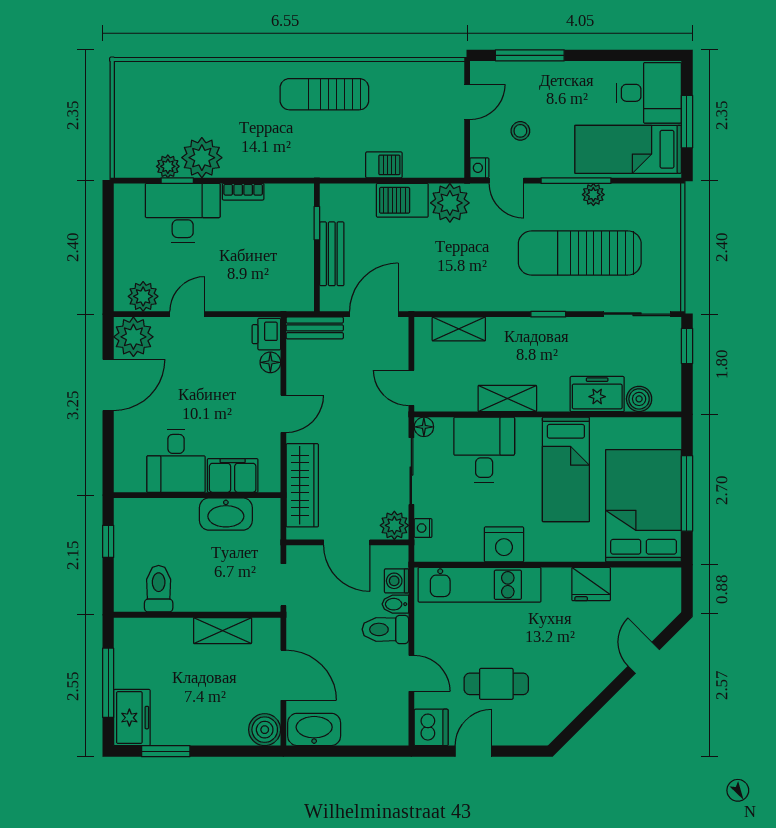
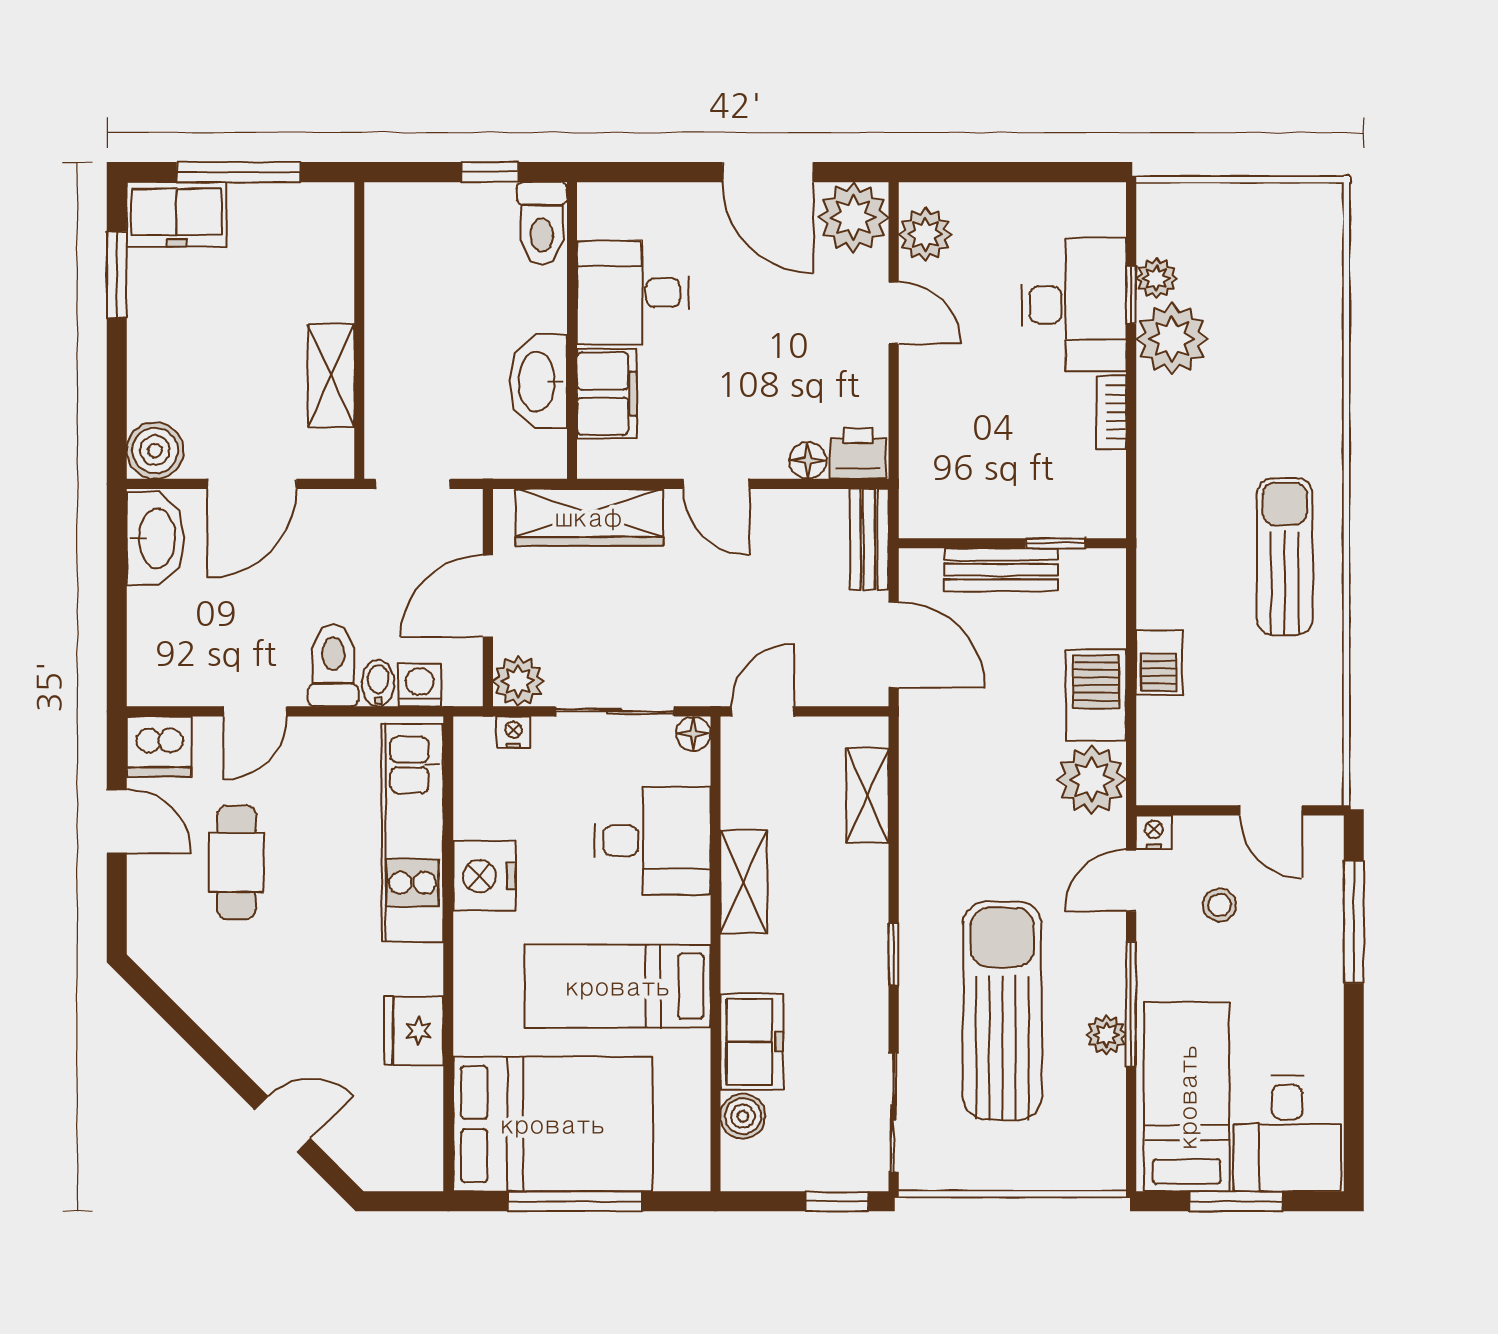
toilet: (159, 589) -> (542, 223), moved, turned 90

